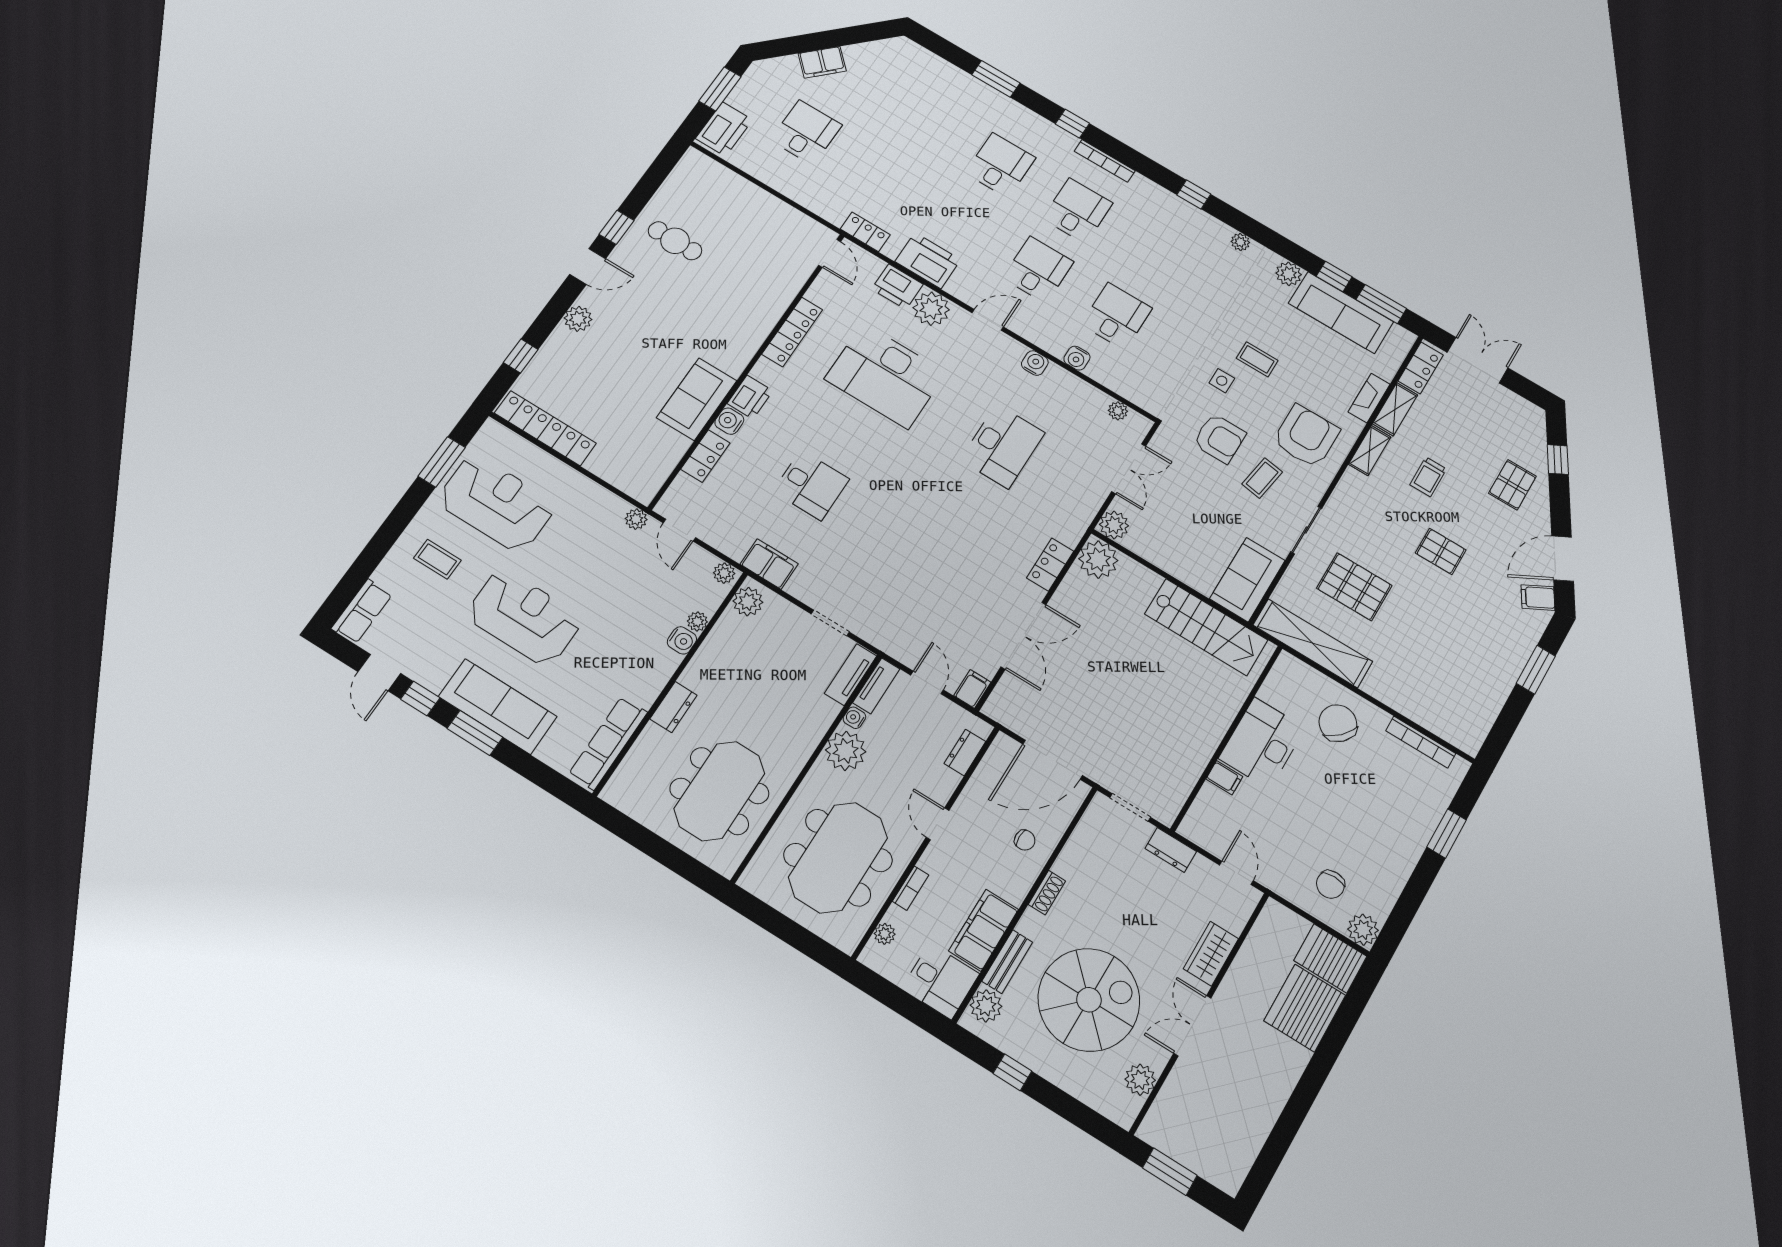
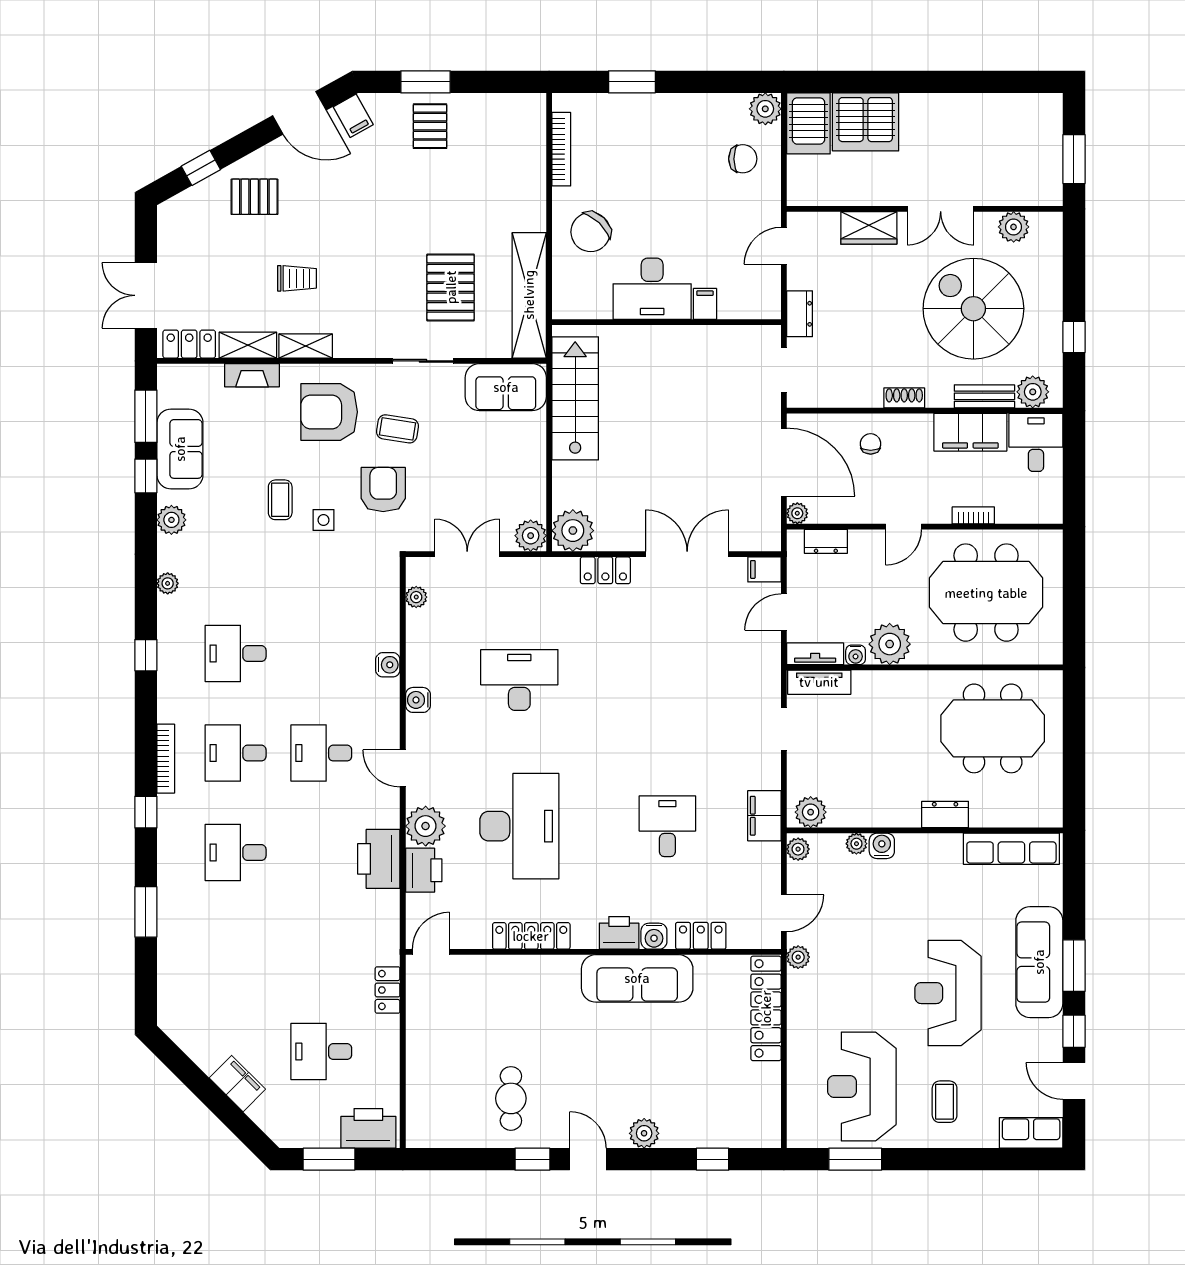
locker: (865, 232) -> (388, 990), moved
sofa: (1341, 313) -> (180, 449), width x0.73
desk: (1117, 316) -> (236, 654), moved
sofa: (697, 399) -> (637, 978), width x1.36
locker: (545, 428) -> (766, 1008), moved
pallet: (1441, 551) -> (430, 126), moved
door: (379, 672) -> (1074, 1081), swing flipped
plant: (885, 934) -> (797, 513), moved

